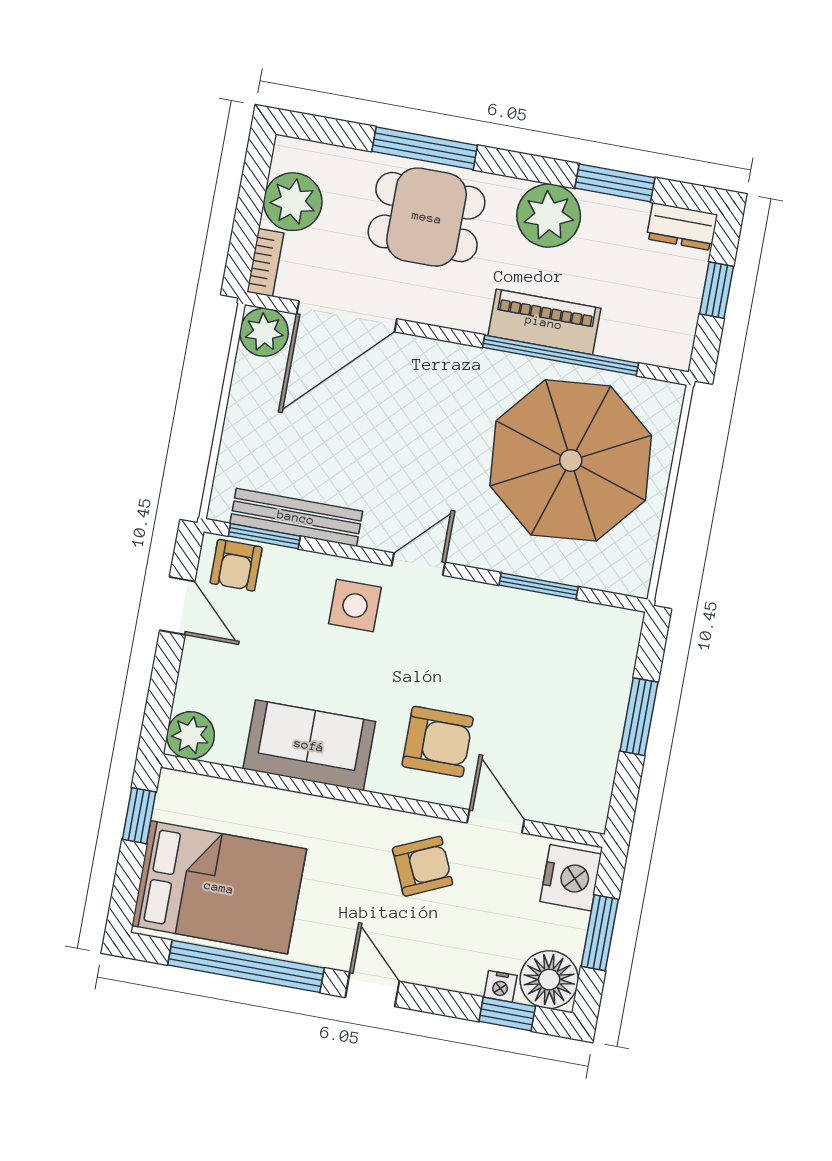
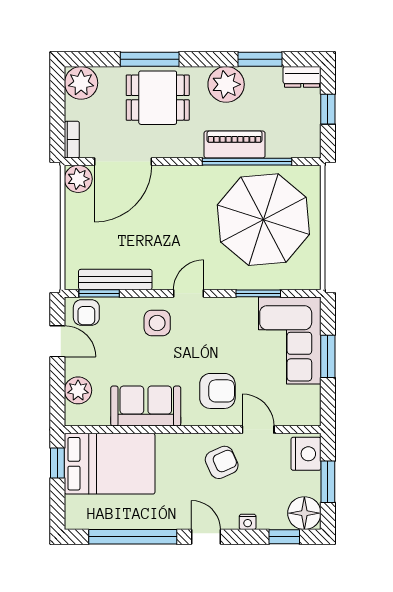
plant: (293, 202) -> (81, 83), moved
corner sofa: (578, 677) -> (290, 340), added
plant: (190, 735) -> (78, 390), moved
bed: (219, 887) -> (110, 464), moved
nightstand: (500, 986) -> (248, 522), moved

